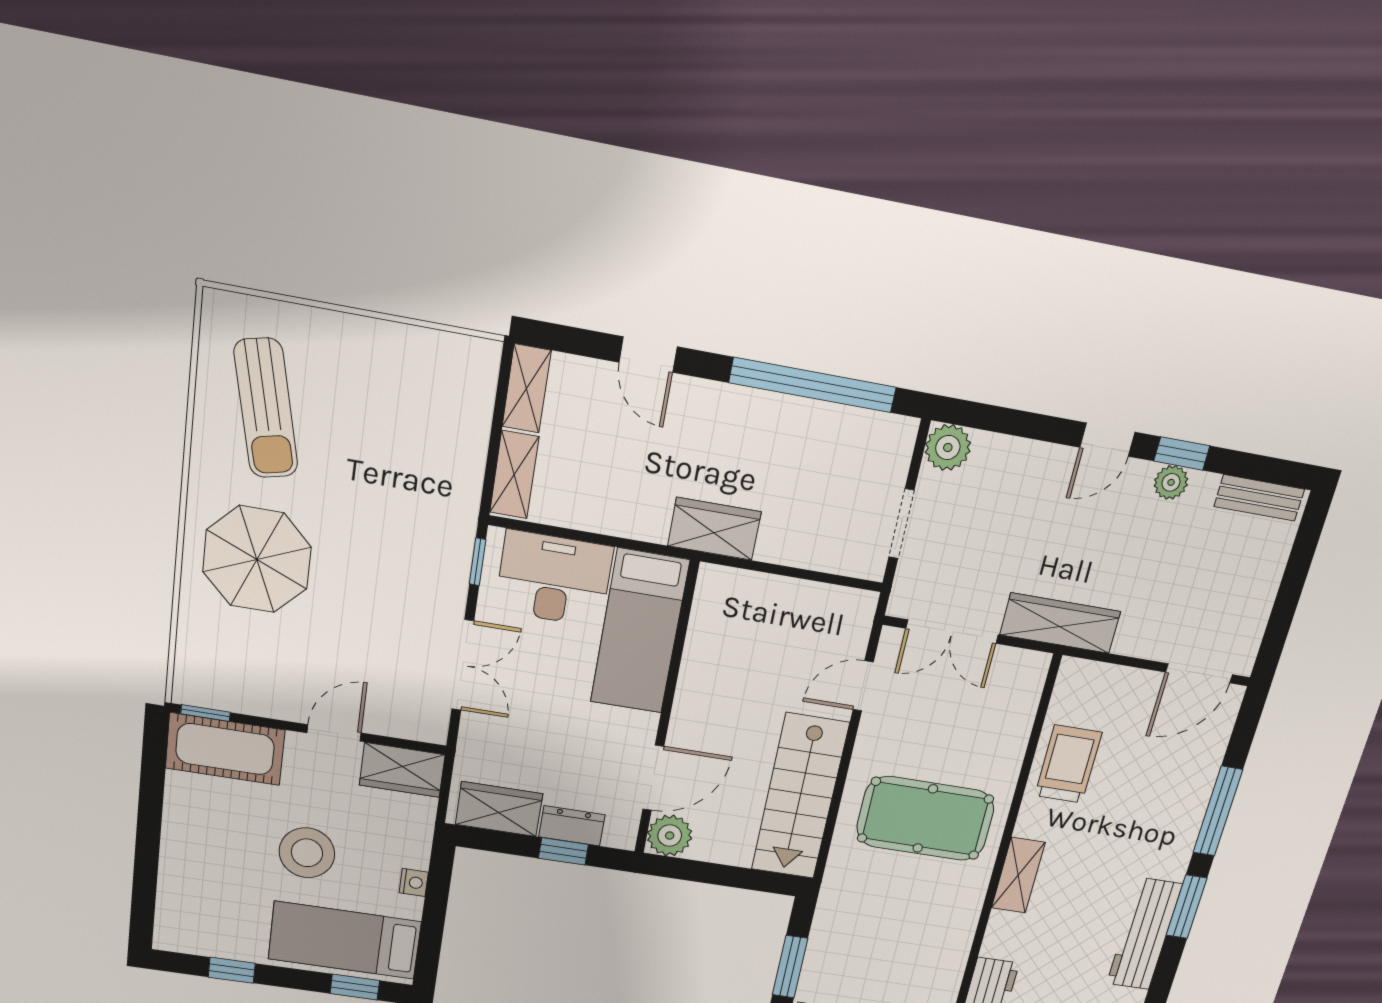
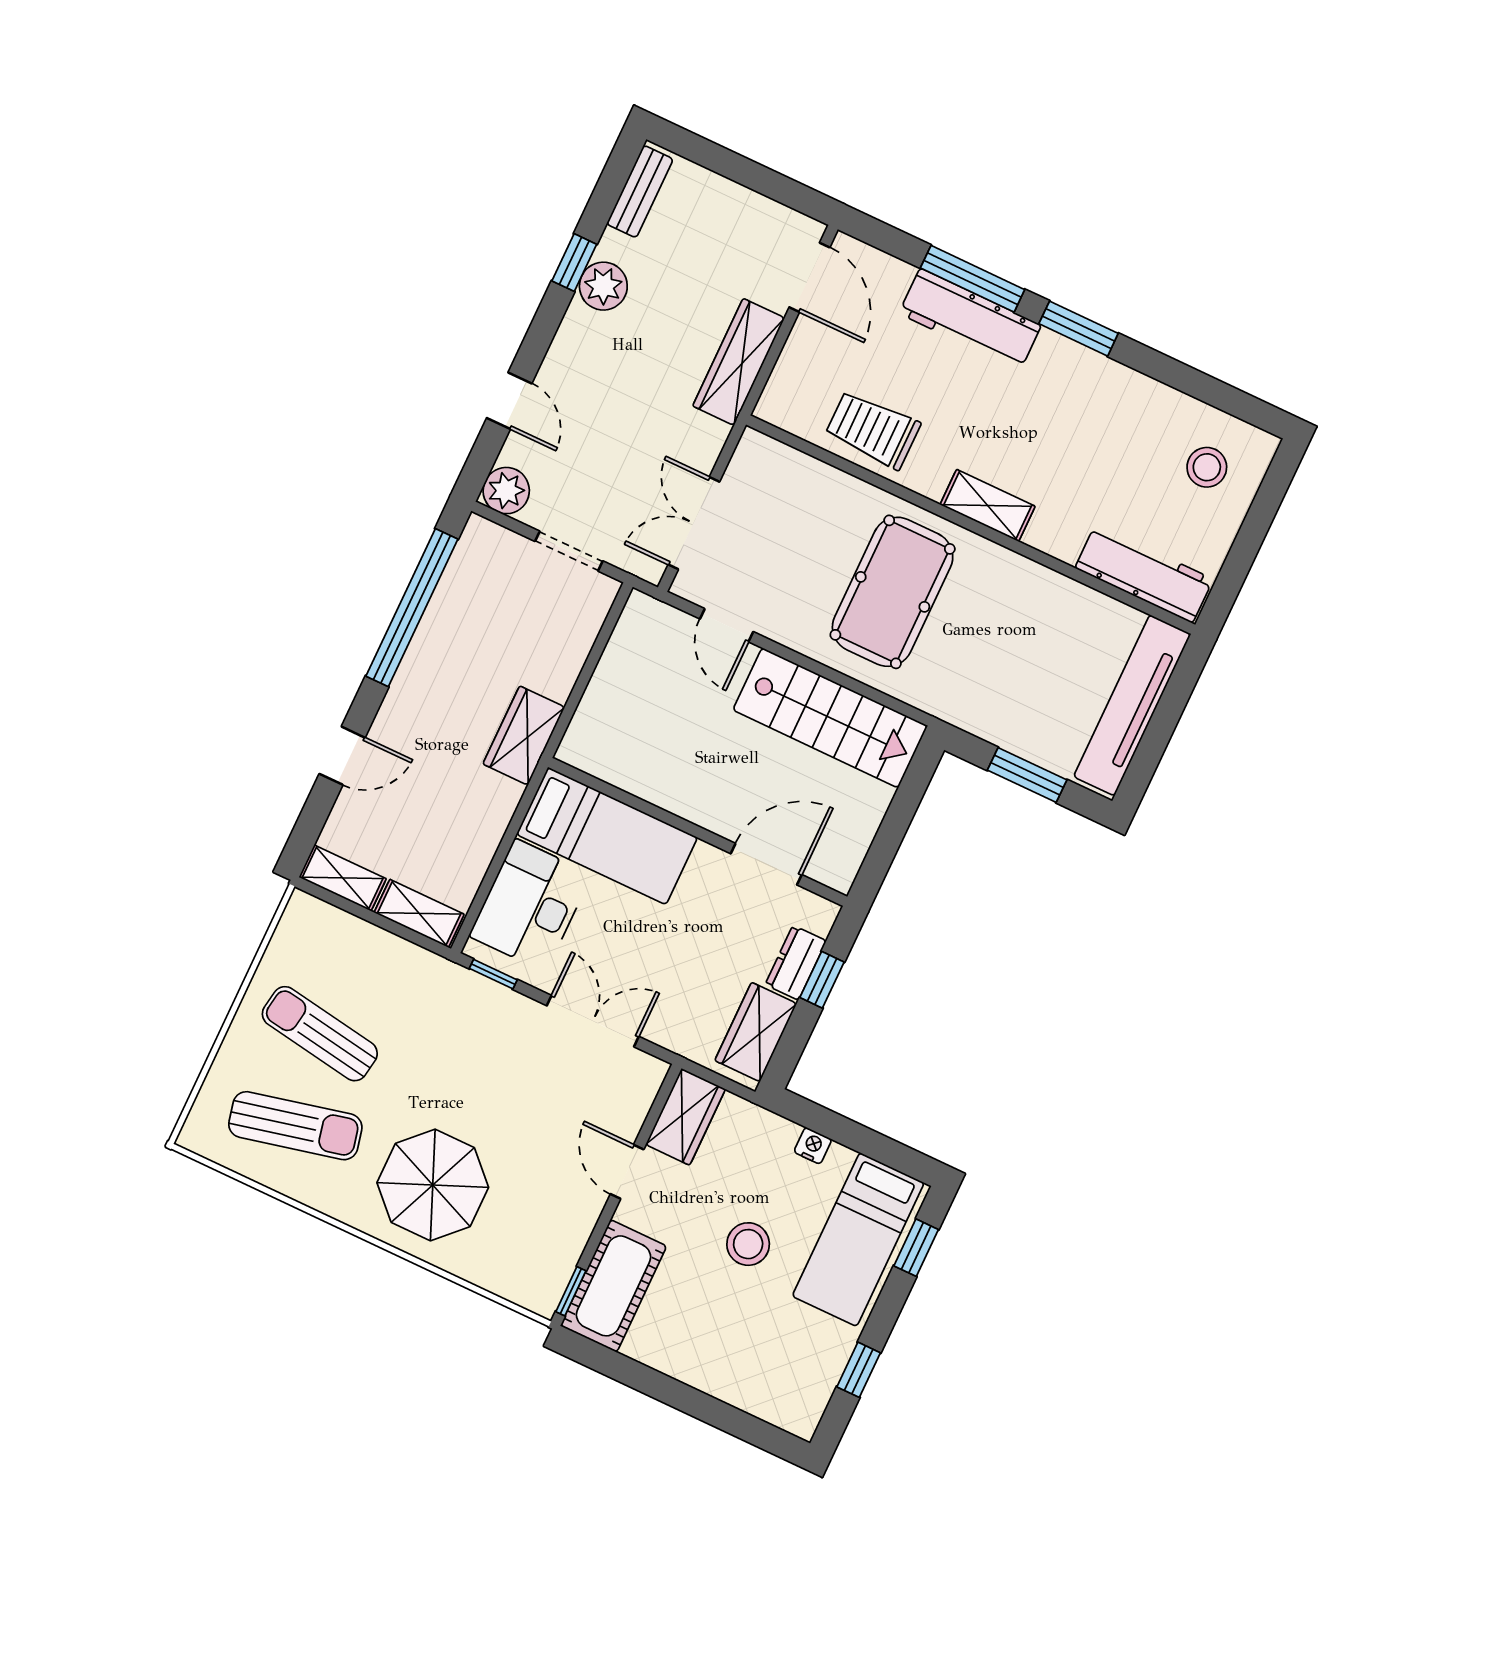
sun lounger: (365, 408) -> (320, 1034), added
door: (1107, 440) -> (509, 401), moved
plant: (1171, 482) -> (603, 286), width x1.38, depth x1.38
wardrobe: (1060, 623) -> (739, 362), moved
double door: (952, 632) -> (694, 523), swing flipped
door: (653, 778) -> (766, 864), hinge flipped
plant: (670, 836) -> (836, 864), removed
stool: (307, 853) -> (748, 1244), width x0.73, depth x0.73
workbench: (1144, 934) -> (970, 319), moved

